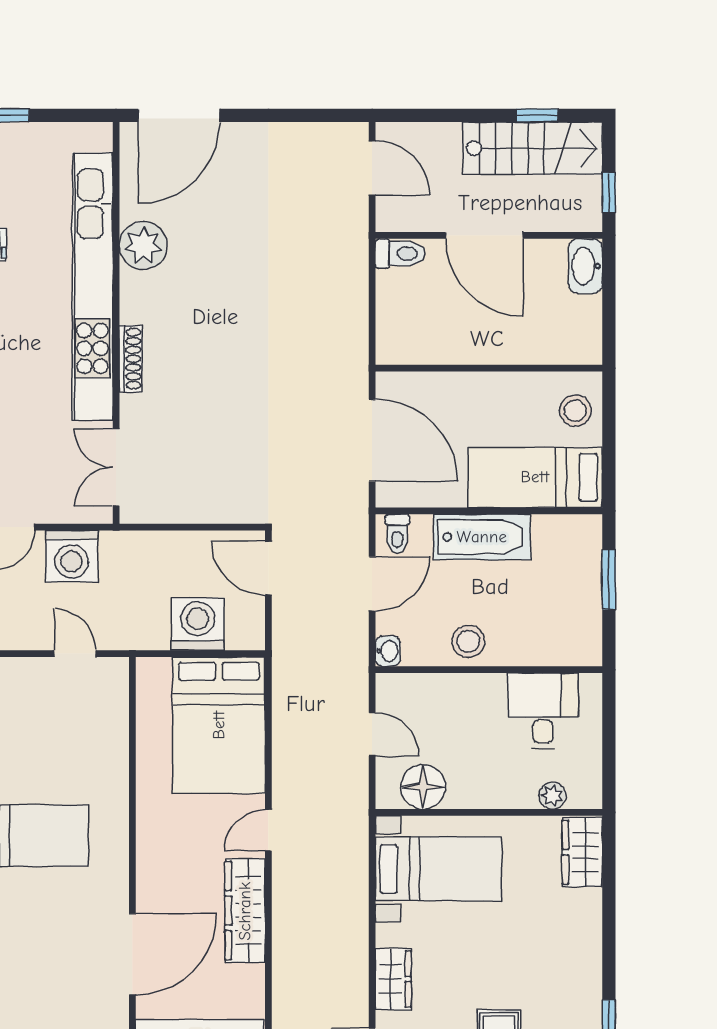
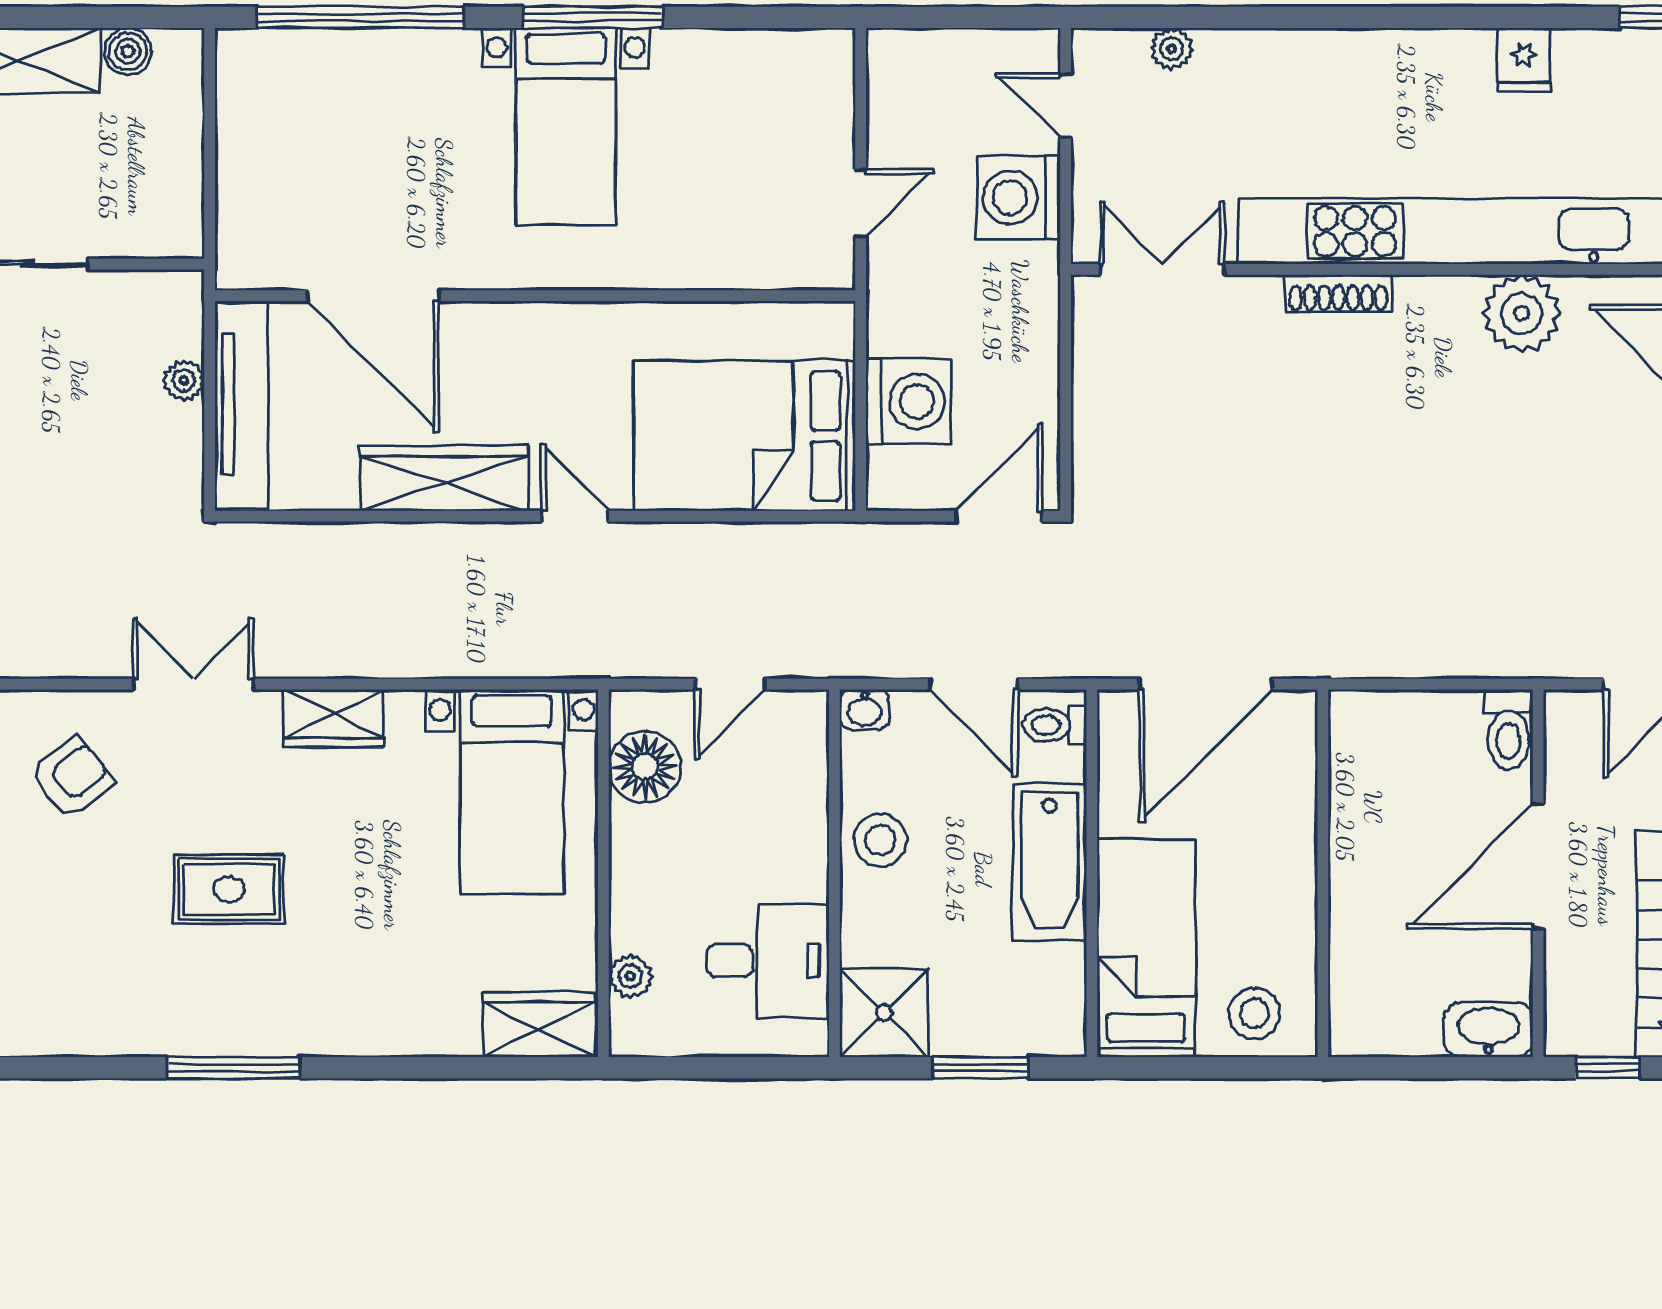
shower: (575, 639) -> (884, 1013), added

